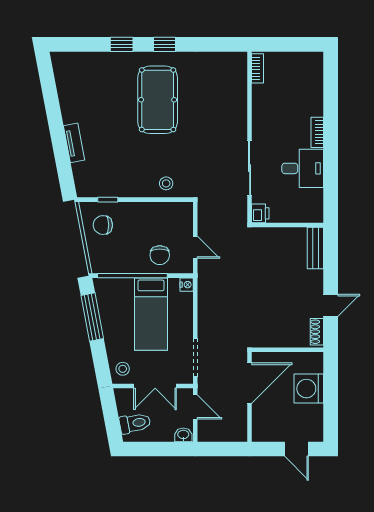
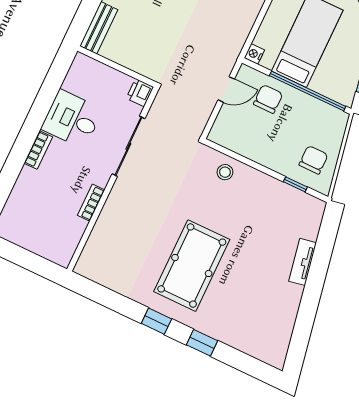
bookcase: (258, 68) -> (91, 203), moved
chair: (103, 225) -> (313, 160), turned -90
door: (195, 247) -> (226, 89), swing flipped

